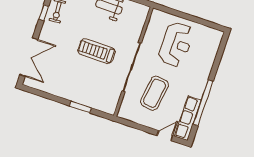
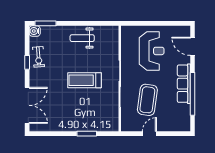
door: (220, 54) -> (193, 46), added
row of seats: (188, 118) -> (184, 84), moved
door: (165, 136) -> (149, 134), moved

